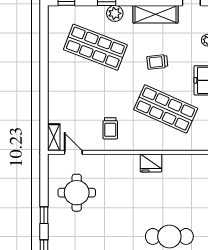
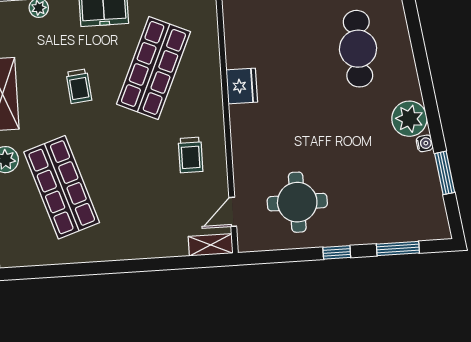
shop shelf: (95, 47) -> (62, 187), turned -39
trolley: (110, 128) -> (191, 155), turned 90

